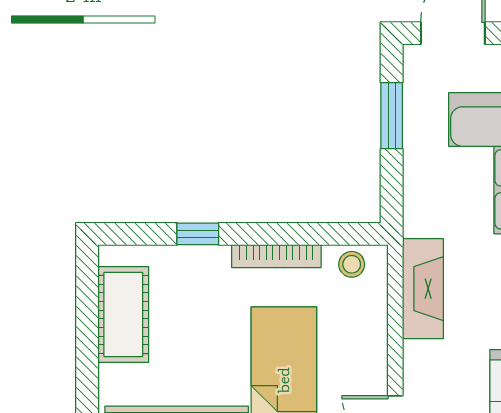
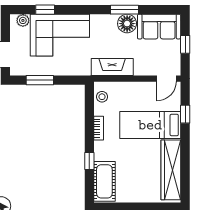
bookcase: (276, 256) -> (99, 128), width x0.64
cot: (123, 314) -> (104, 181), moved, turned 90

